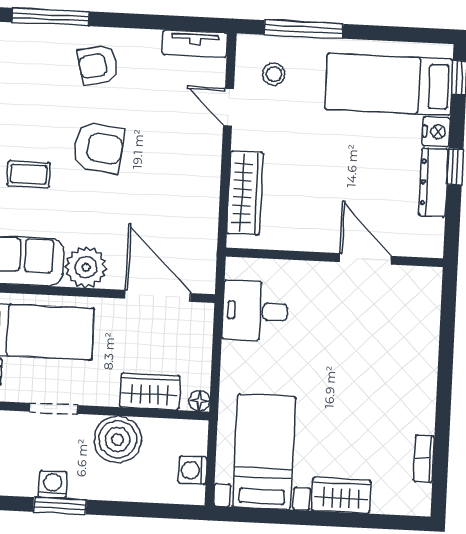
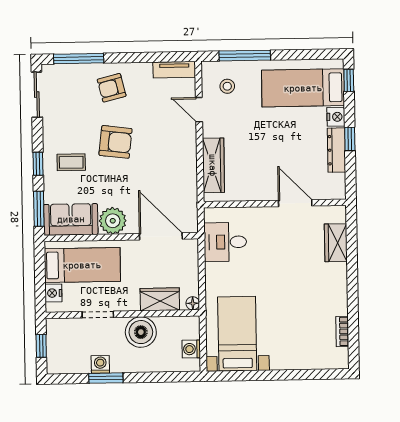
wardrobe: (341, 495) -> (336, 243), moved, turned -90

